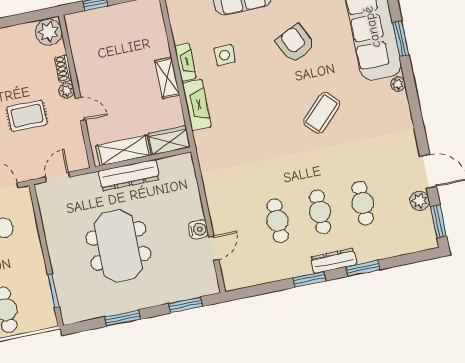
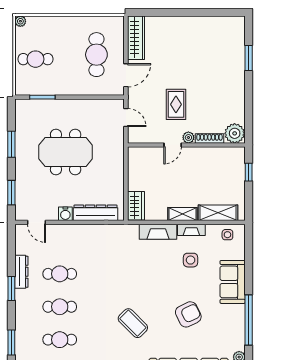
side table: (182, 14) -> (227, 235), added
shoe rack: (63, 69) -> (209, 138), width x1.43
shelving: (124, 150) -> (218, 213), moved, turned 90
dresser: (129, 175) -> (95, 213), moved, turned 90
door: (214, 248) -> (37, 222), moved
dresser: (334, 261) -> (21, 272), moved
window: (363, 268) -> (11, 342), moved

